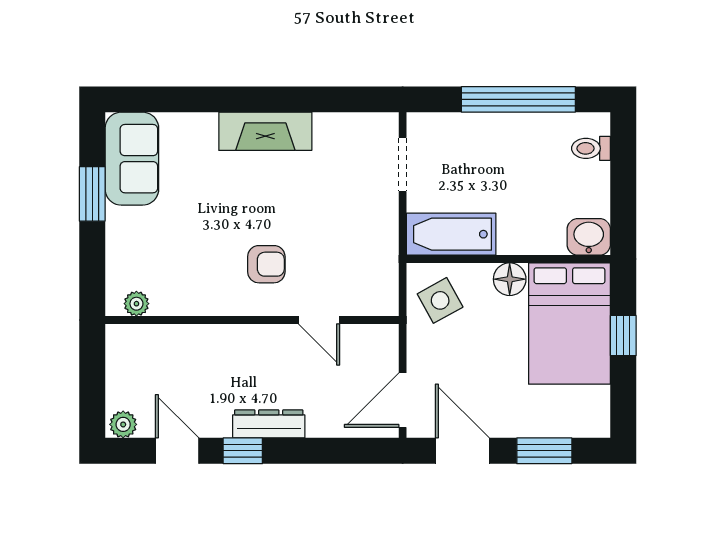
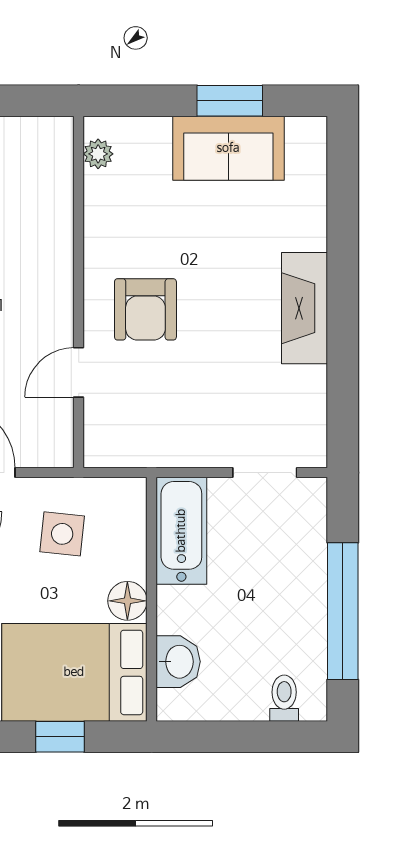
sofa: (132, 159) -> (228, 148), moved
washbasin: (589, 237) -> (178, 662), moved
armchair: (266, 264) -> (145, 309), width x1.38, depth x1.38
side table: (440, 300) -> (62, 534), moved, turned 35

